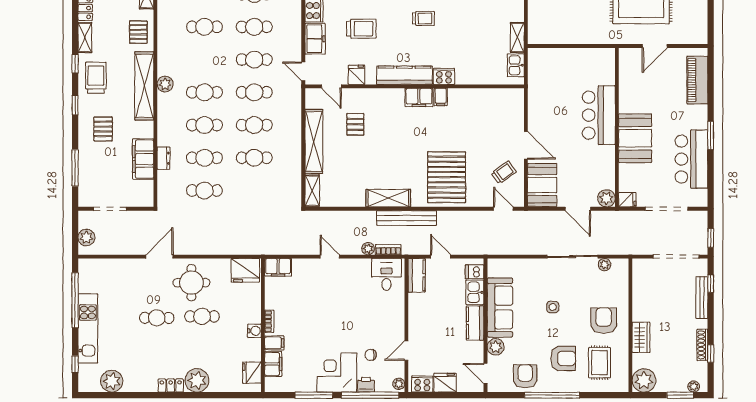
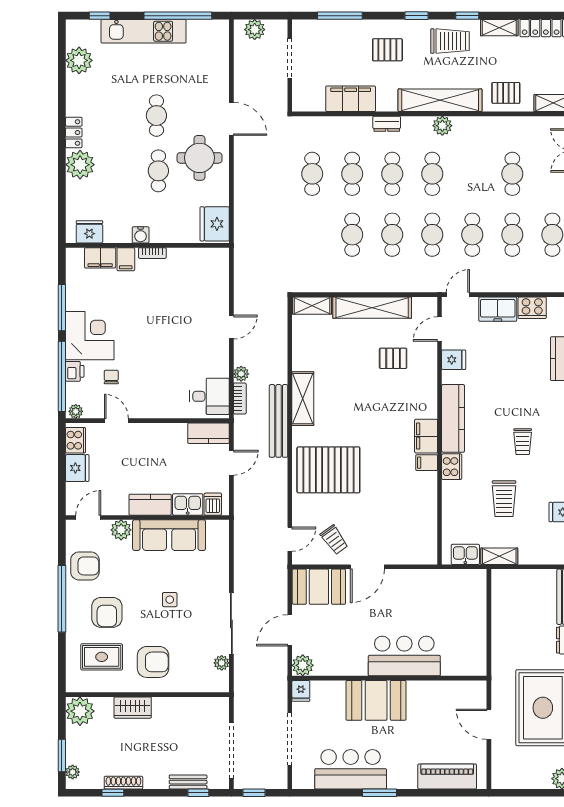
trolley: (361, 29) -> (504, 499), moved
dresser: (164, 158) -> (387, 124), moved
filing cabinet: (278, 267) -> (218, 264), removed
bench: (702, 298) -> (188, 782), width x0.73

